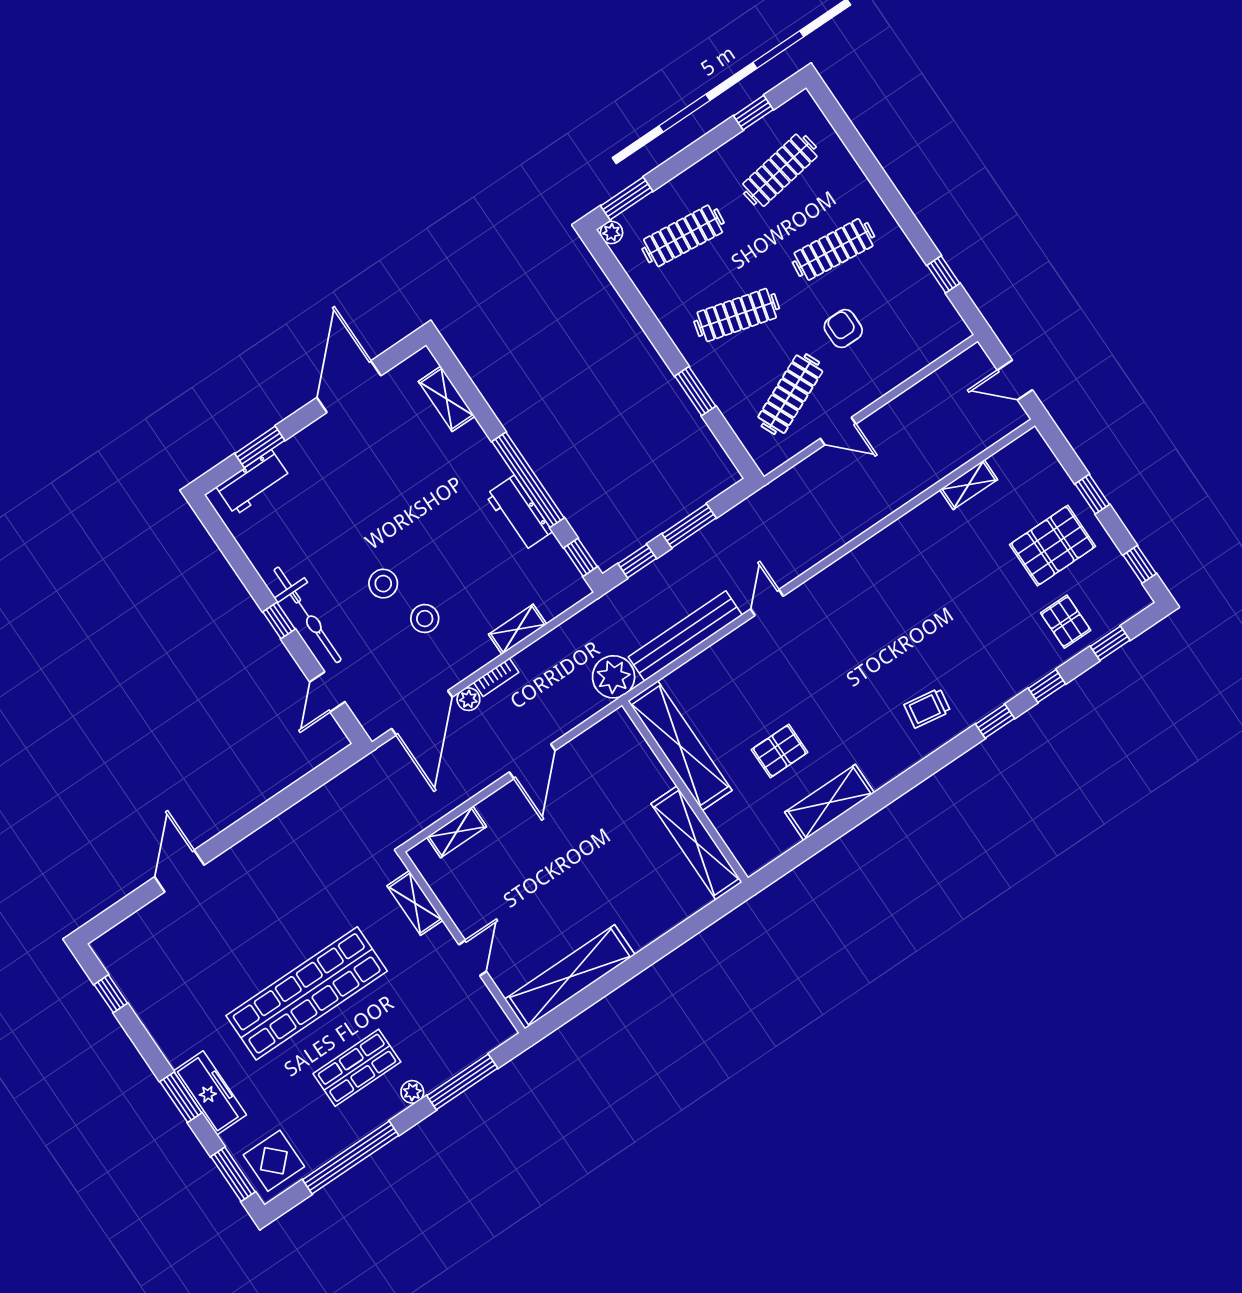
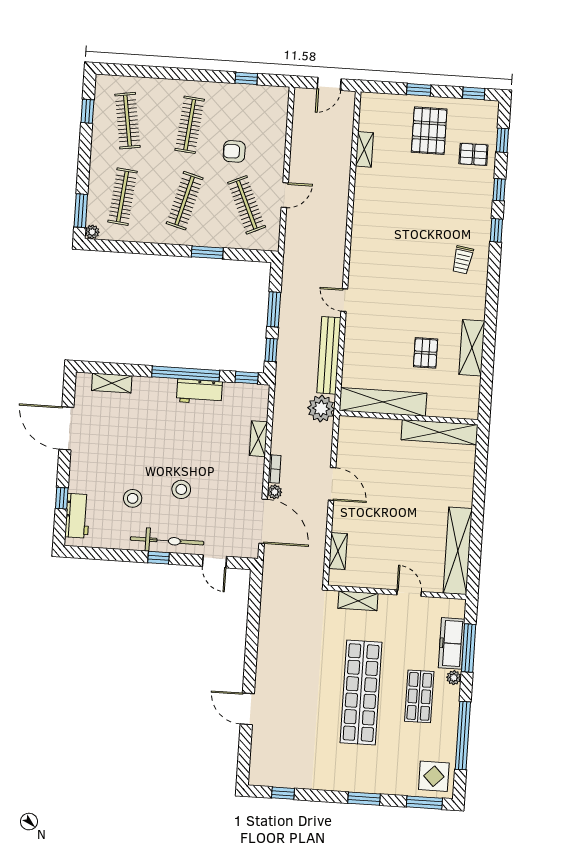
window: (260, 447) -> (62, 498), width x0.67
stool: (425, 619) -> (133, 498), moved
freezer: (210, 1093) -> (452, 643), moved, turned -90

